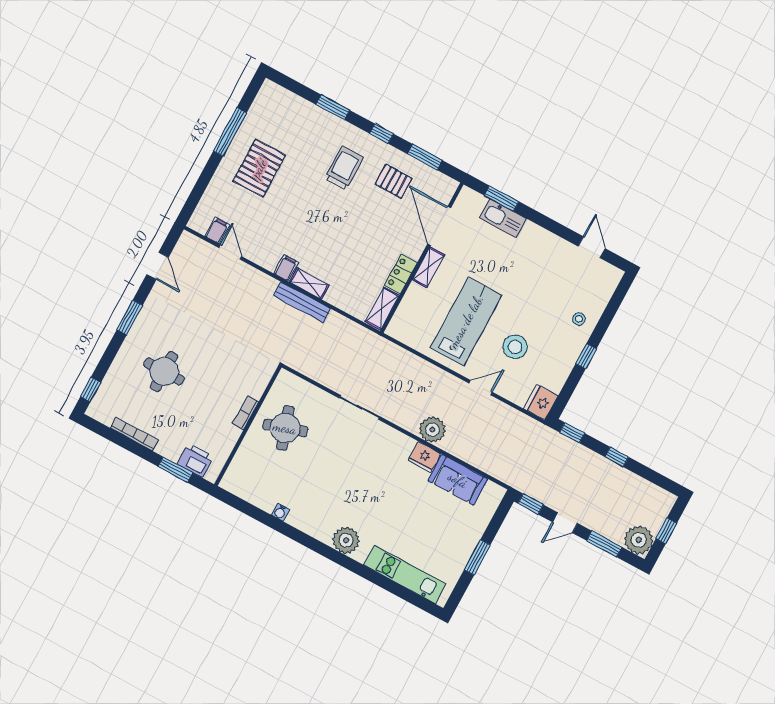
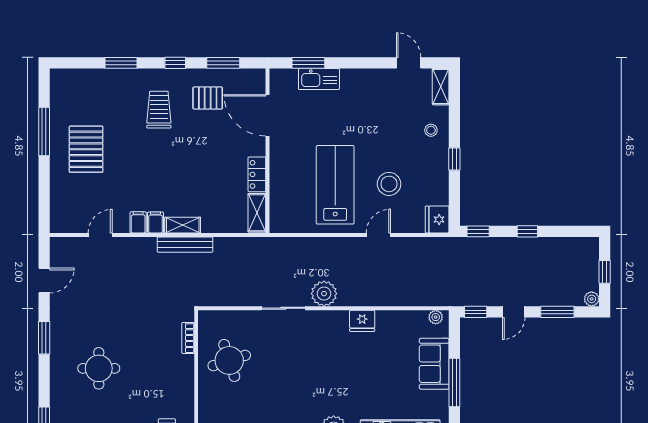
filing cabinet: (217, 230) -> (138, 222), moved
door: (230, 252) -> (100, 235), hinge flipped
door: (158, 266) -> (44, 281), hinge flipped
shelving: (428, 267) -> (441, 87), moved
bookcase: (246, 413) -> (188, 338), moved
plant: (432, 430) -> (324, 294), moved
sofa: (458, 480) -> (434, 364), moved, turned 90
plant: (492, 489) -> (436, 317), added
plant: (639, 540) -> (592, 299), width x0.53, depth x0.53
window: (477, 557) -> (454, 382), width x1.44

